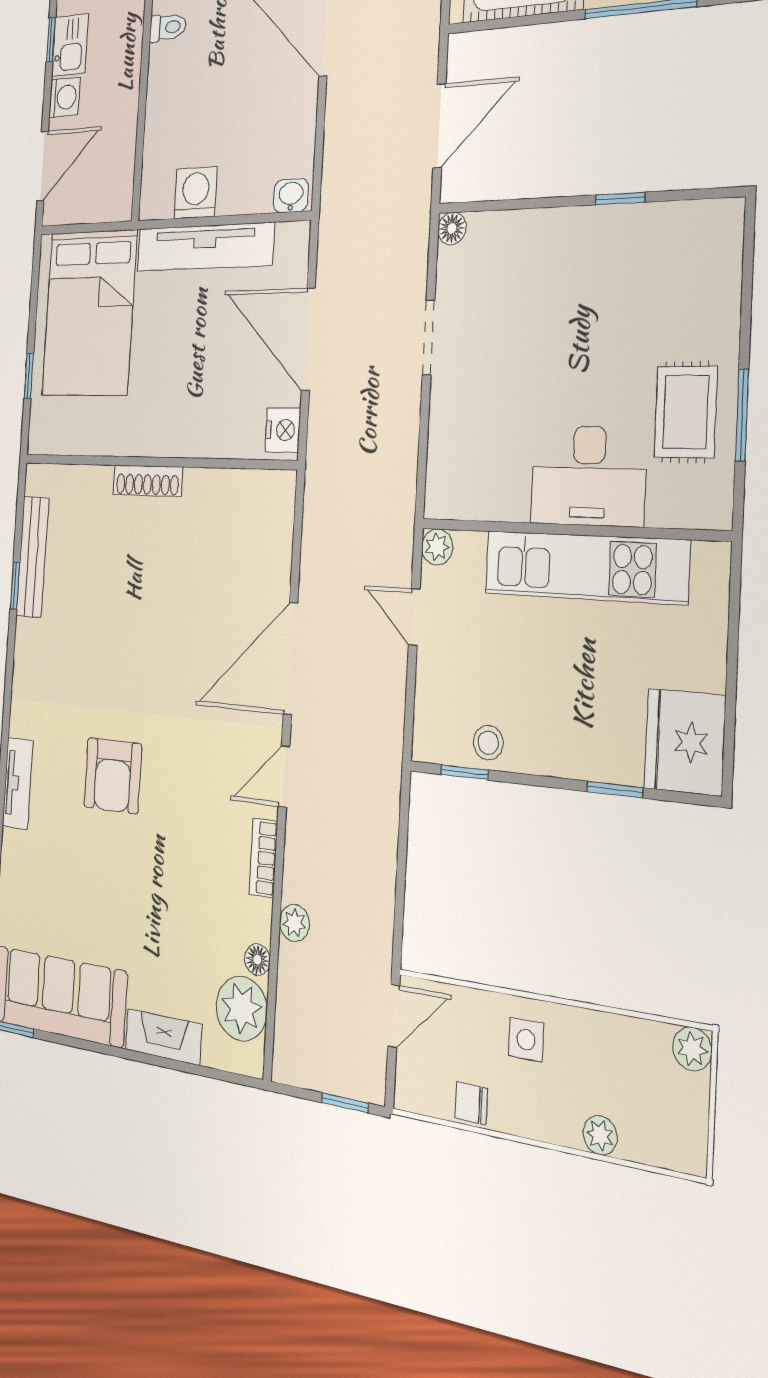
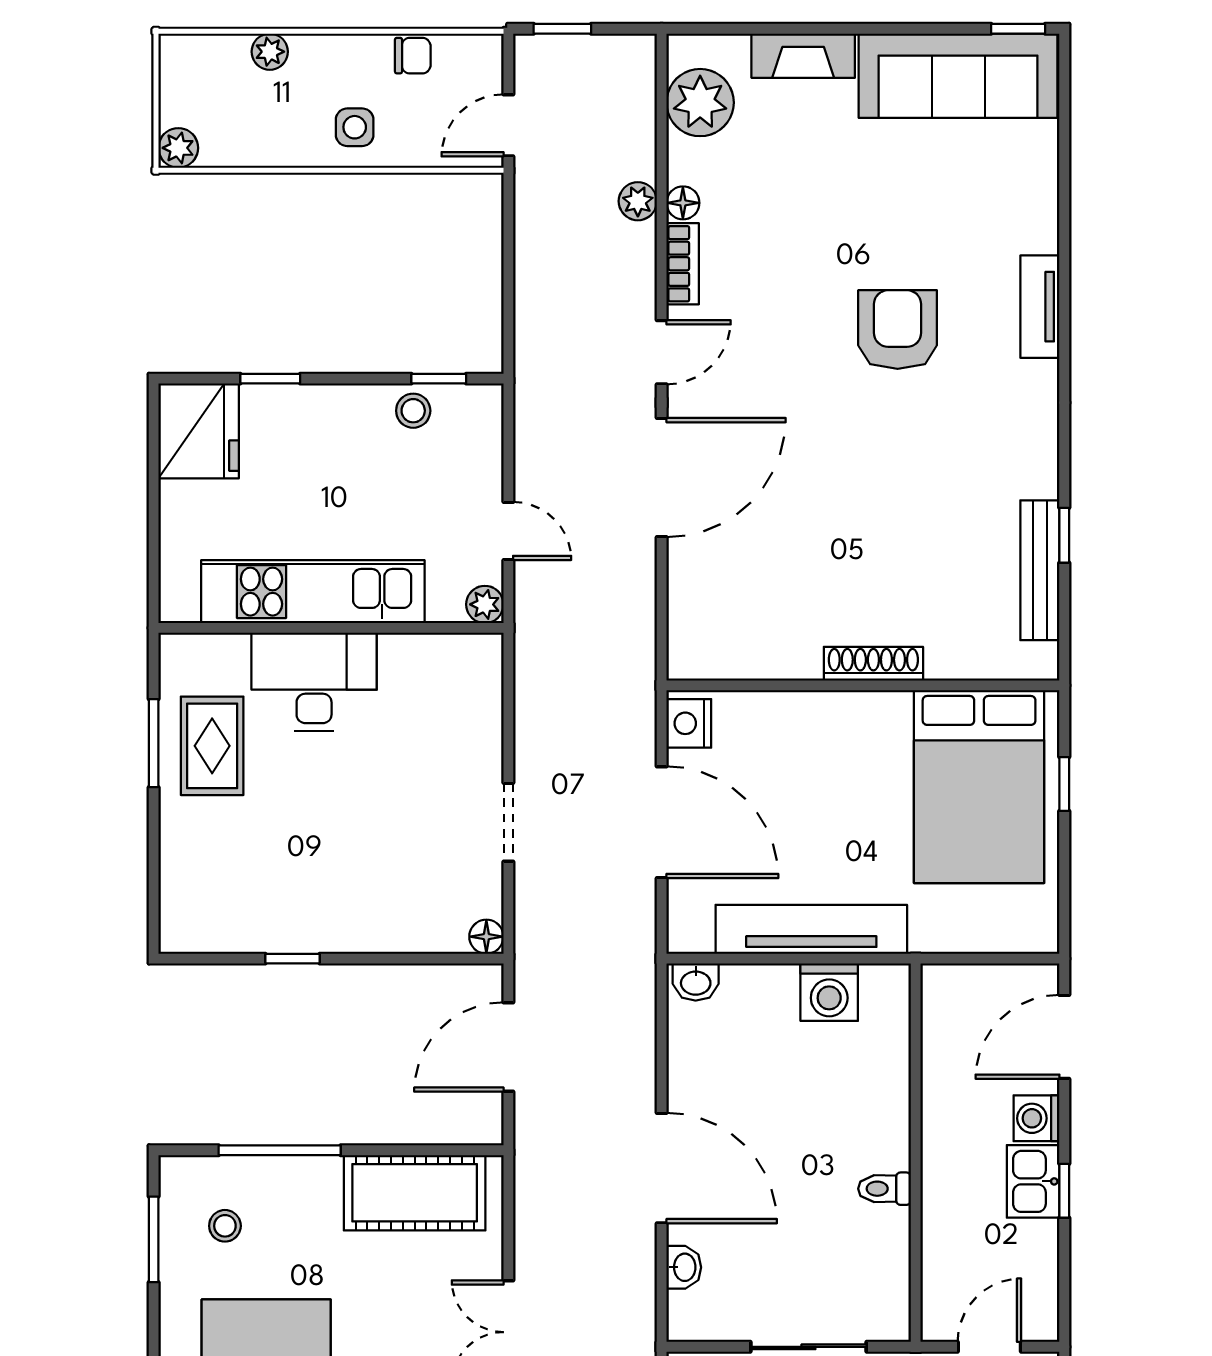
bed: (89, 313) -> (979, 787), moved, turned 180
floor lamp: (257, 960) -> (683, 203), moved

